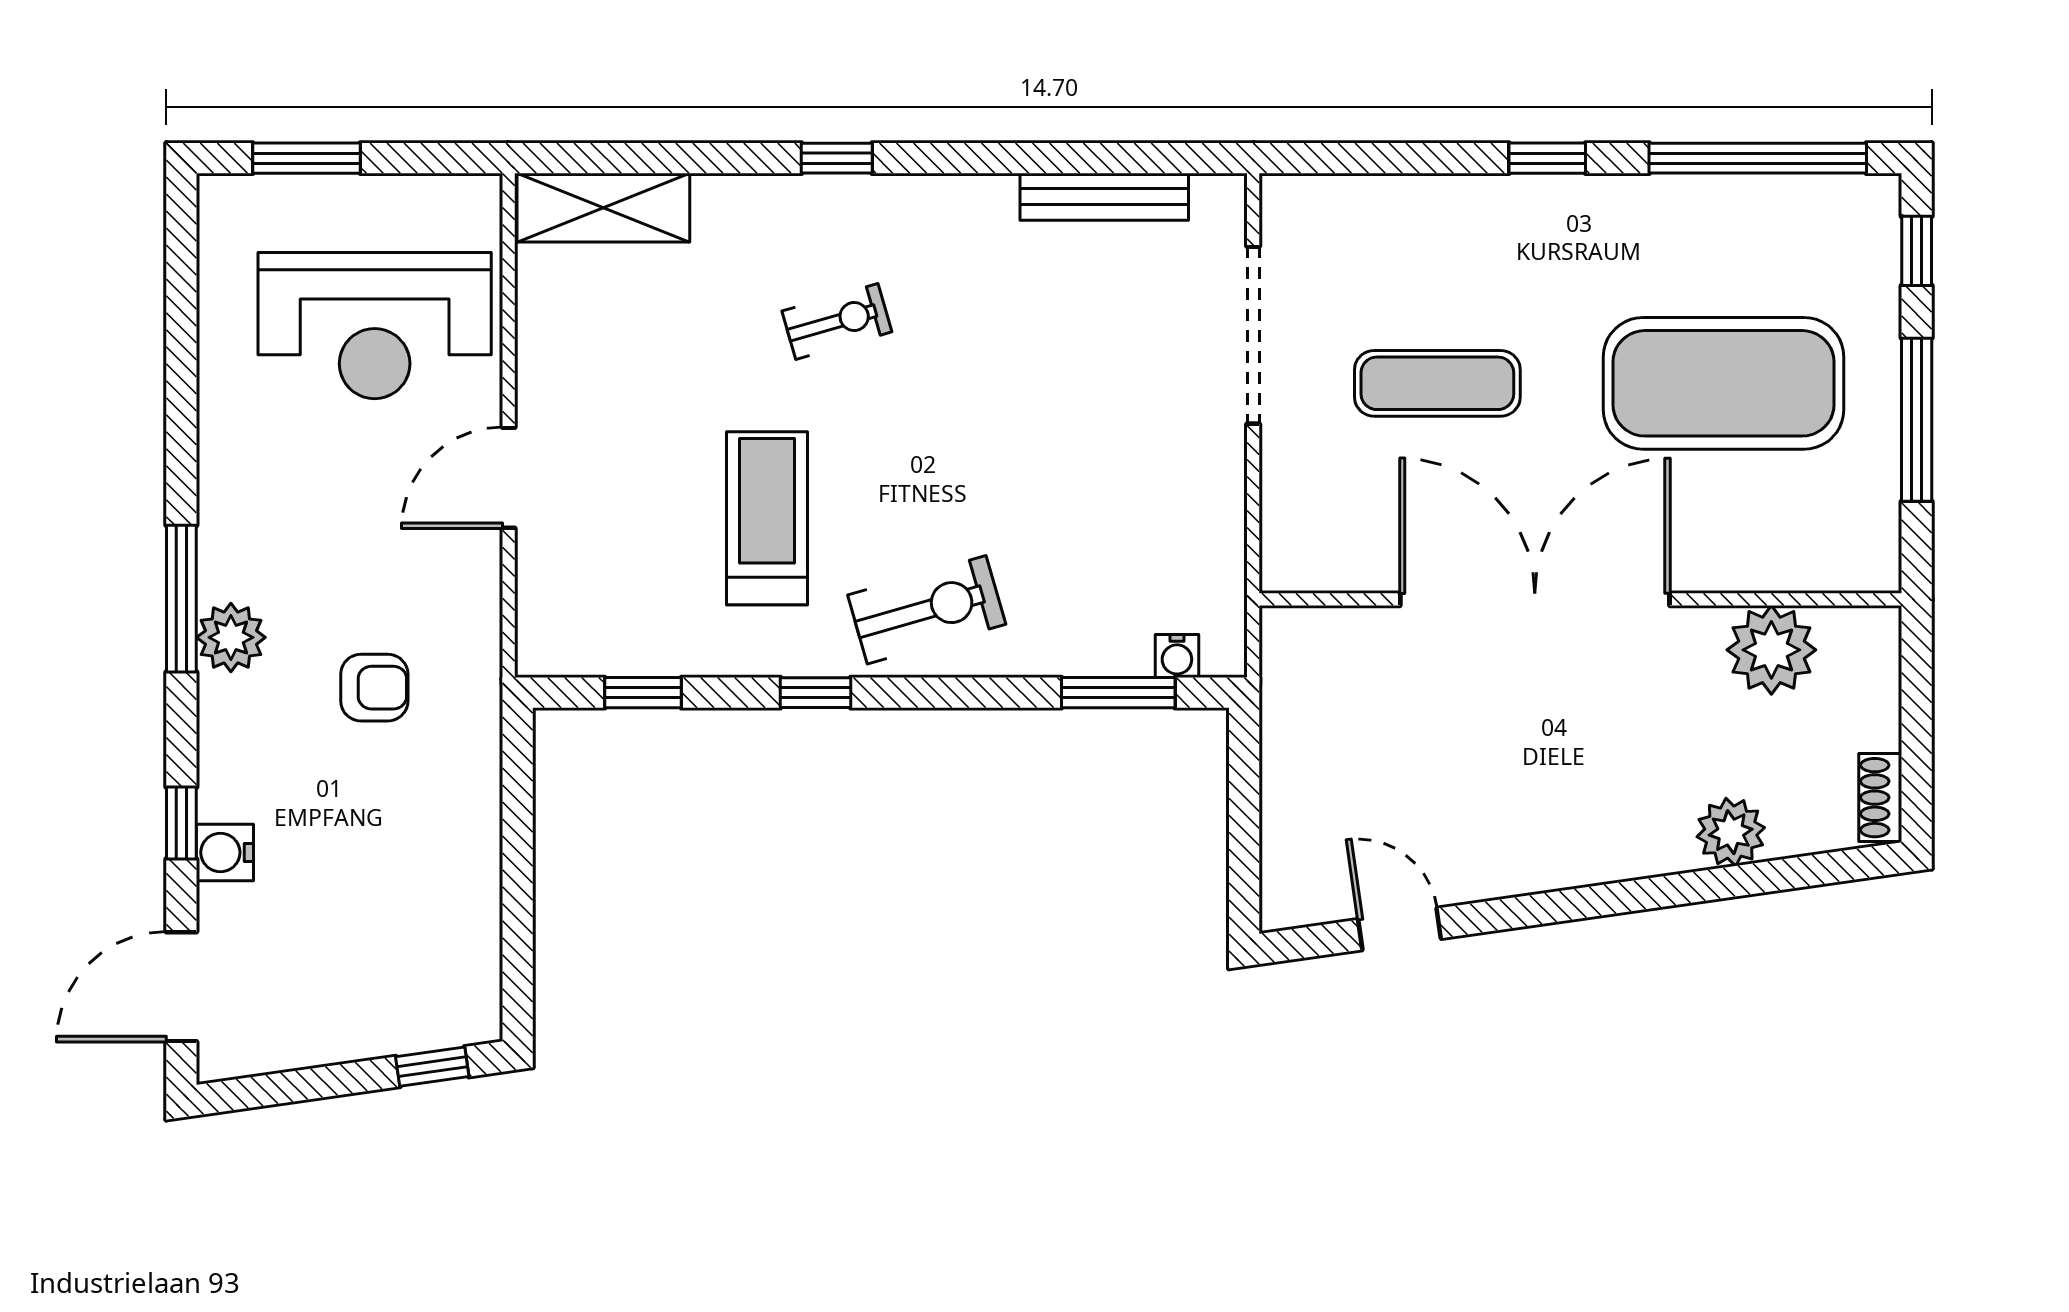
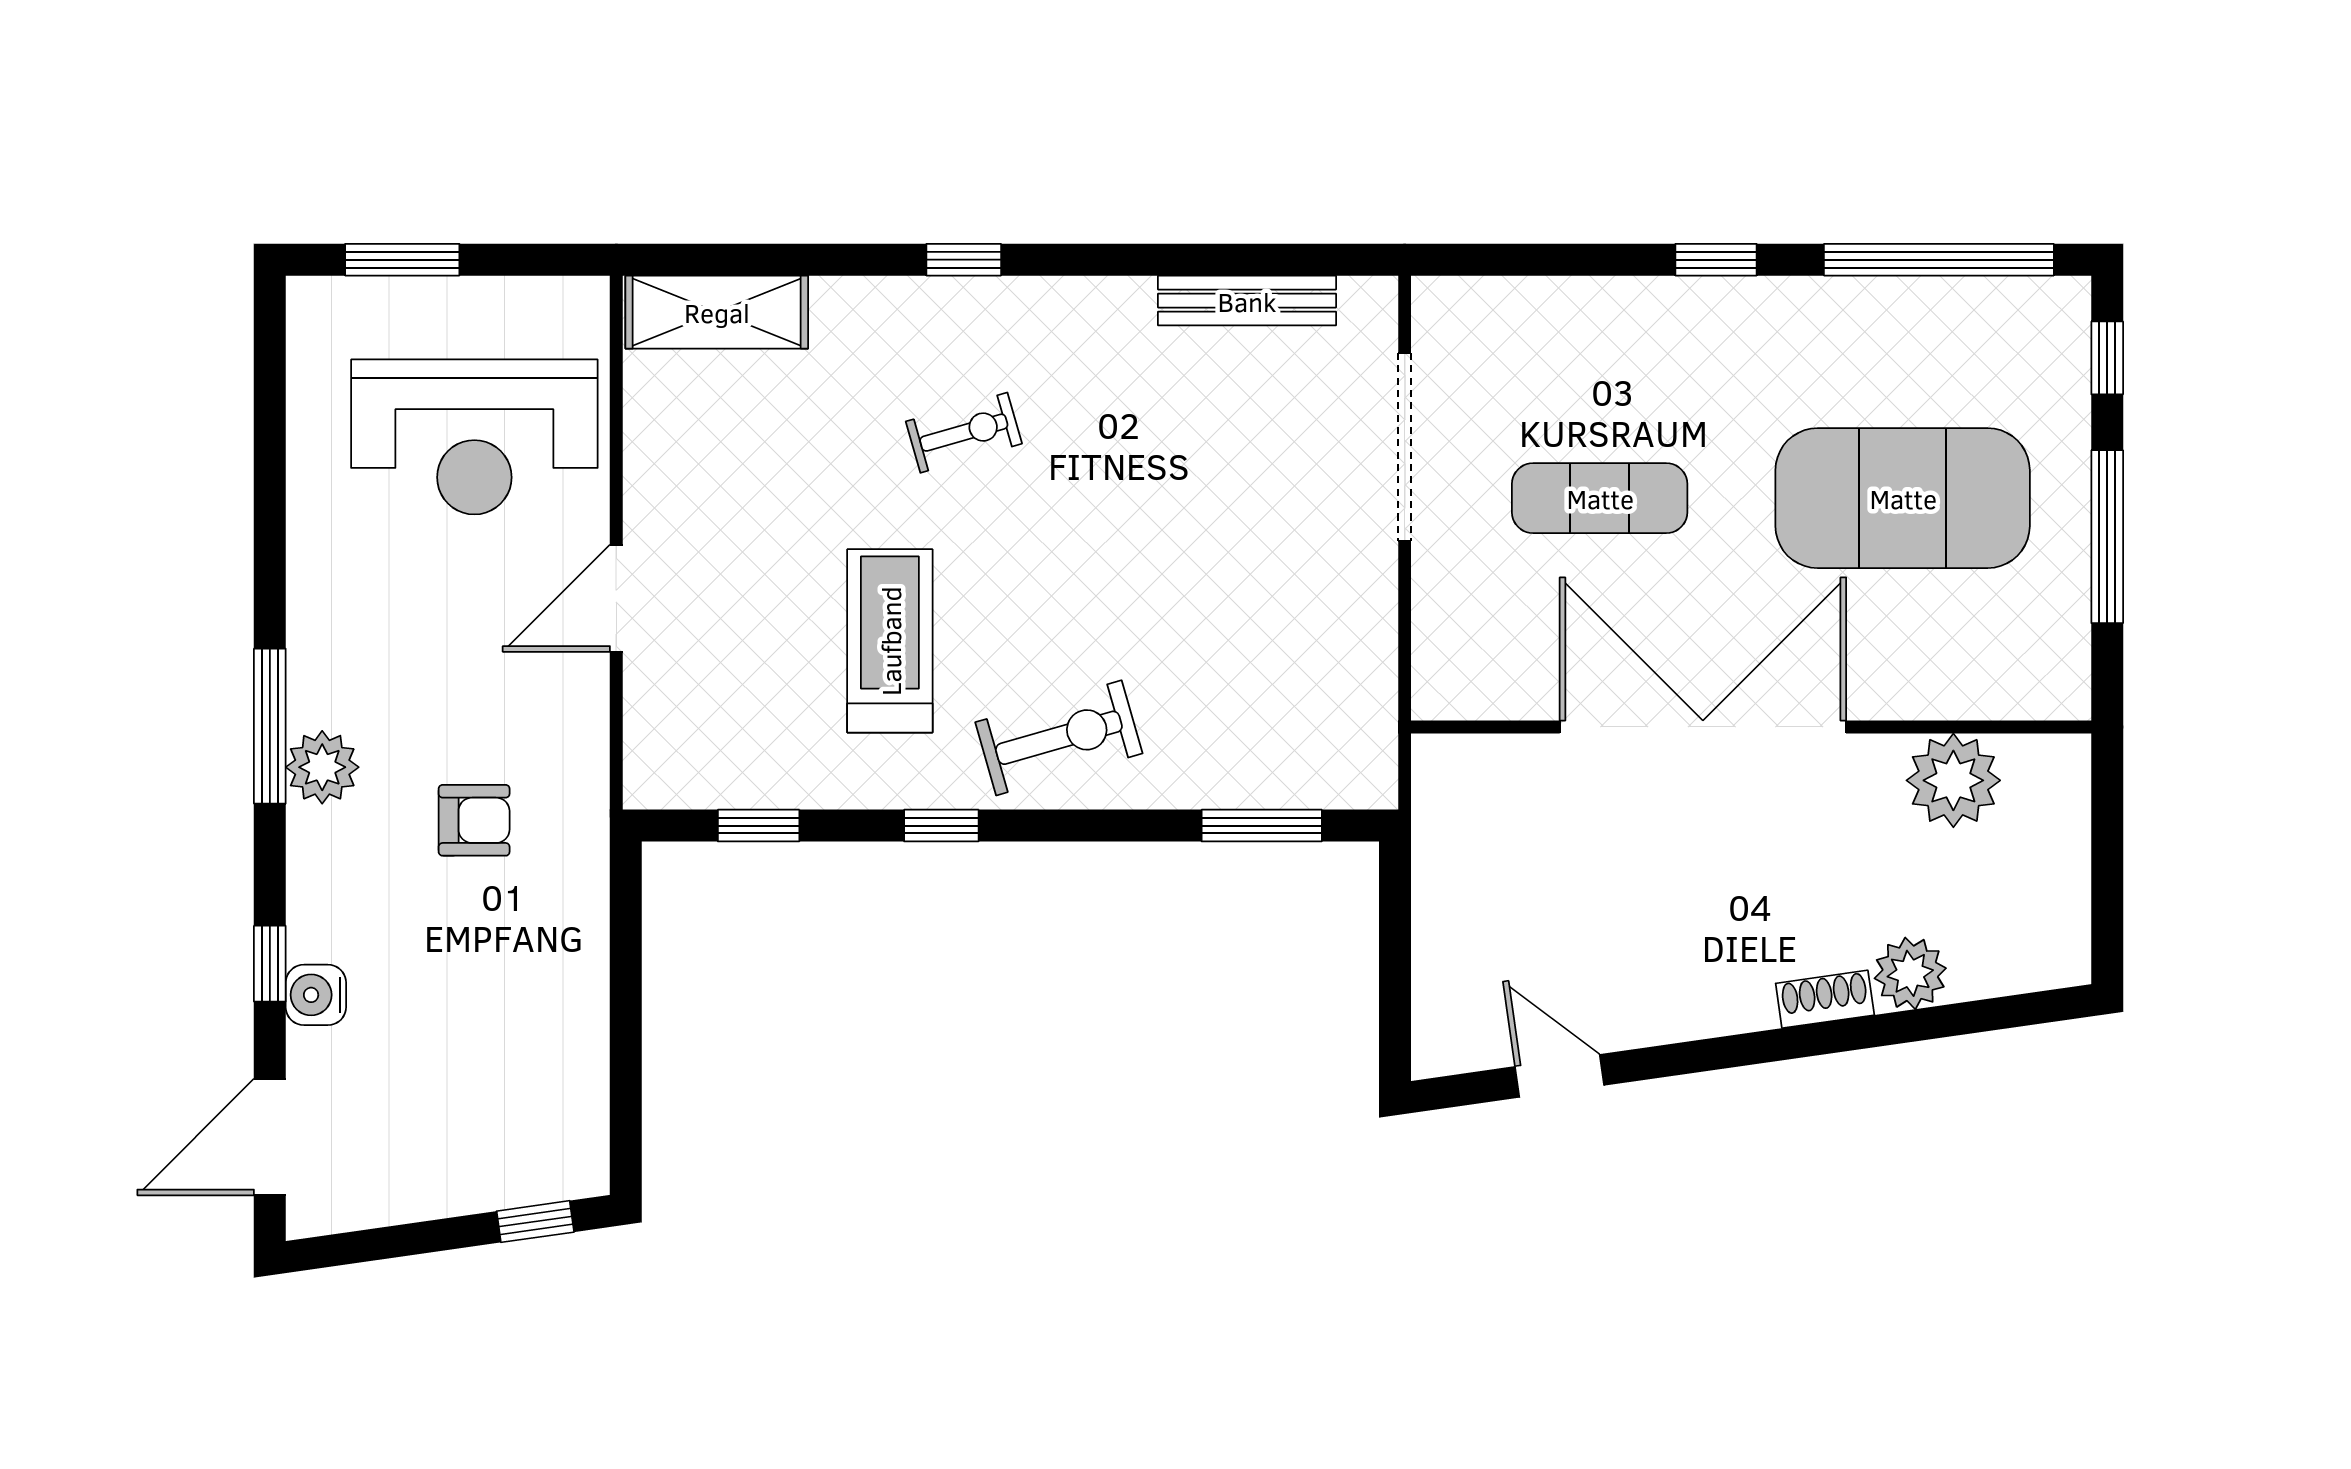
water cooler: (1177, 656) -> (1324, 787), removed
shoe rack: (1880, 798) -> (1825, 999), moved, turned 82

